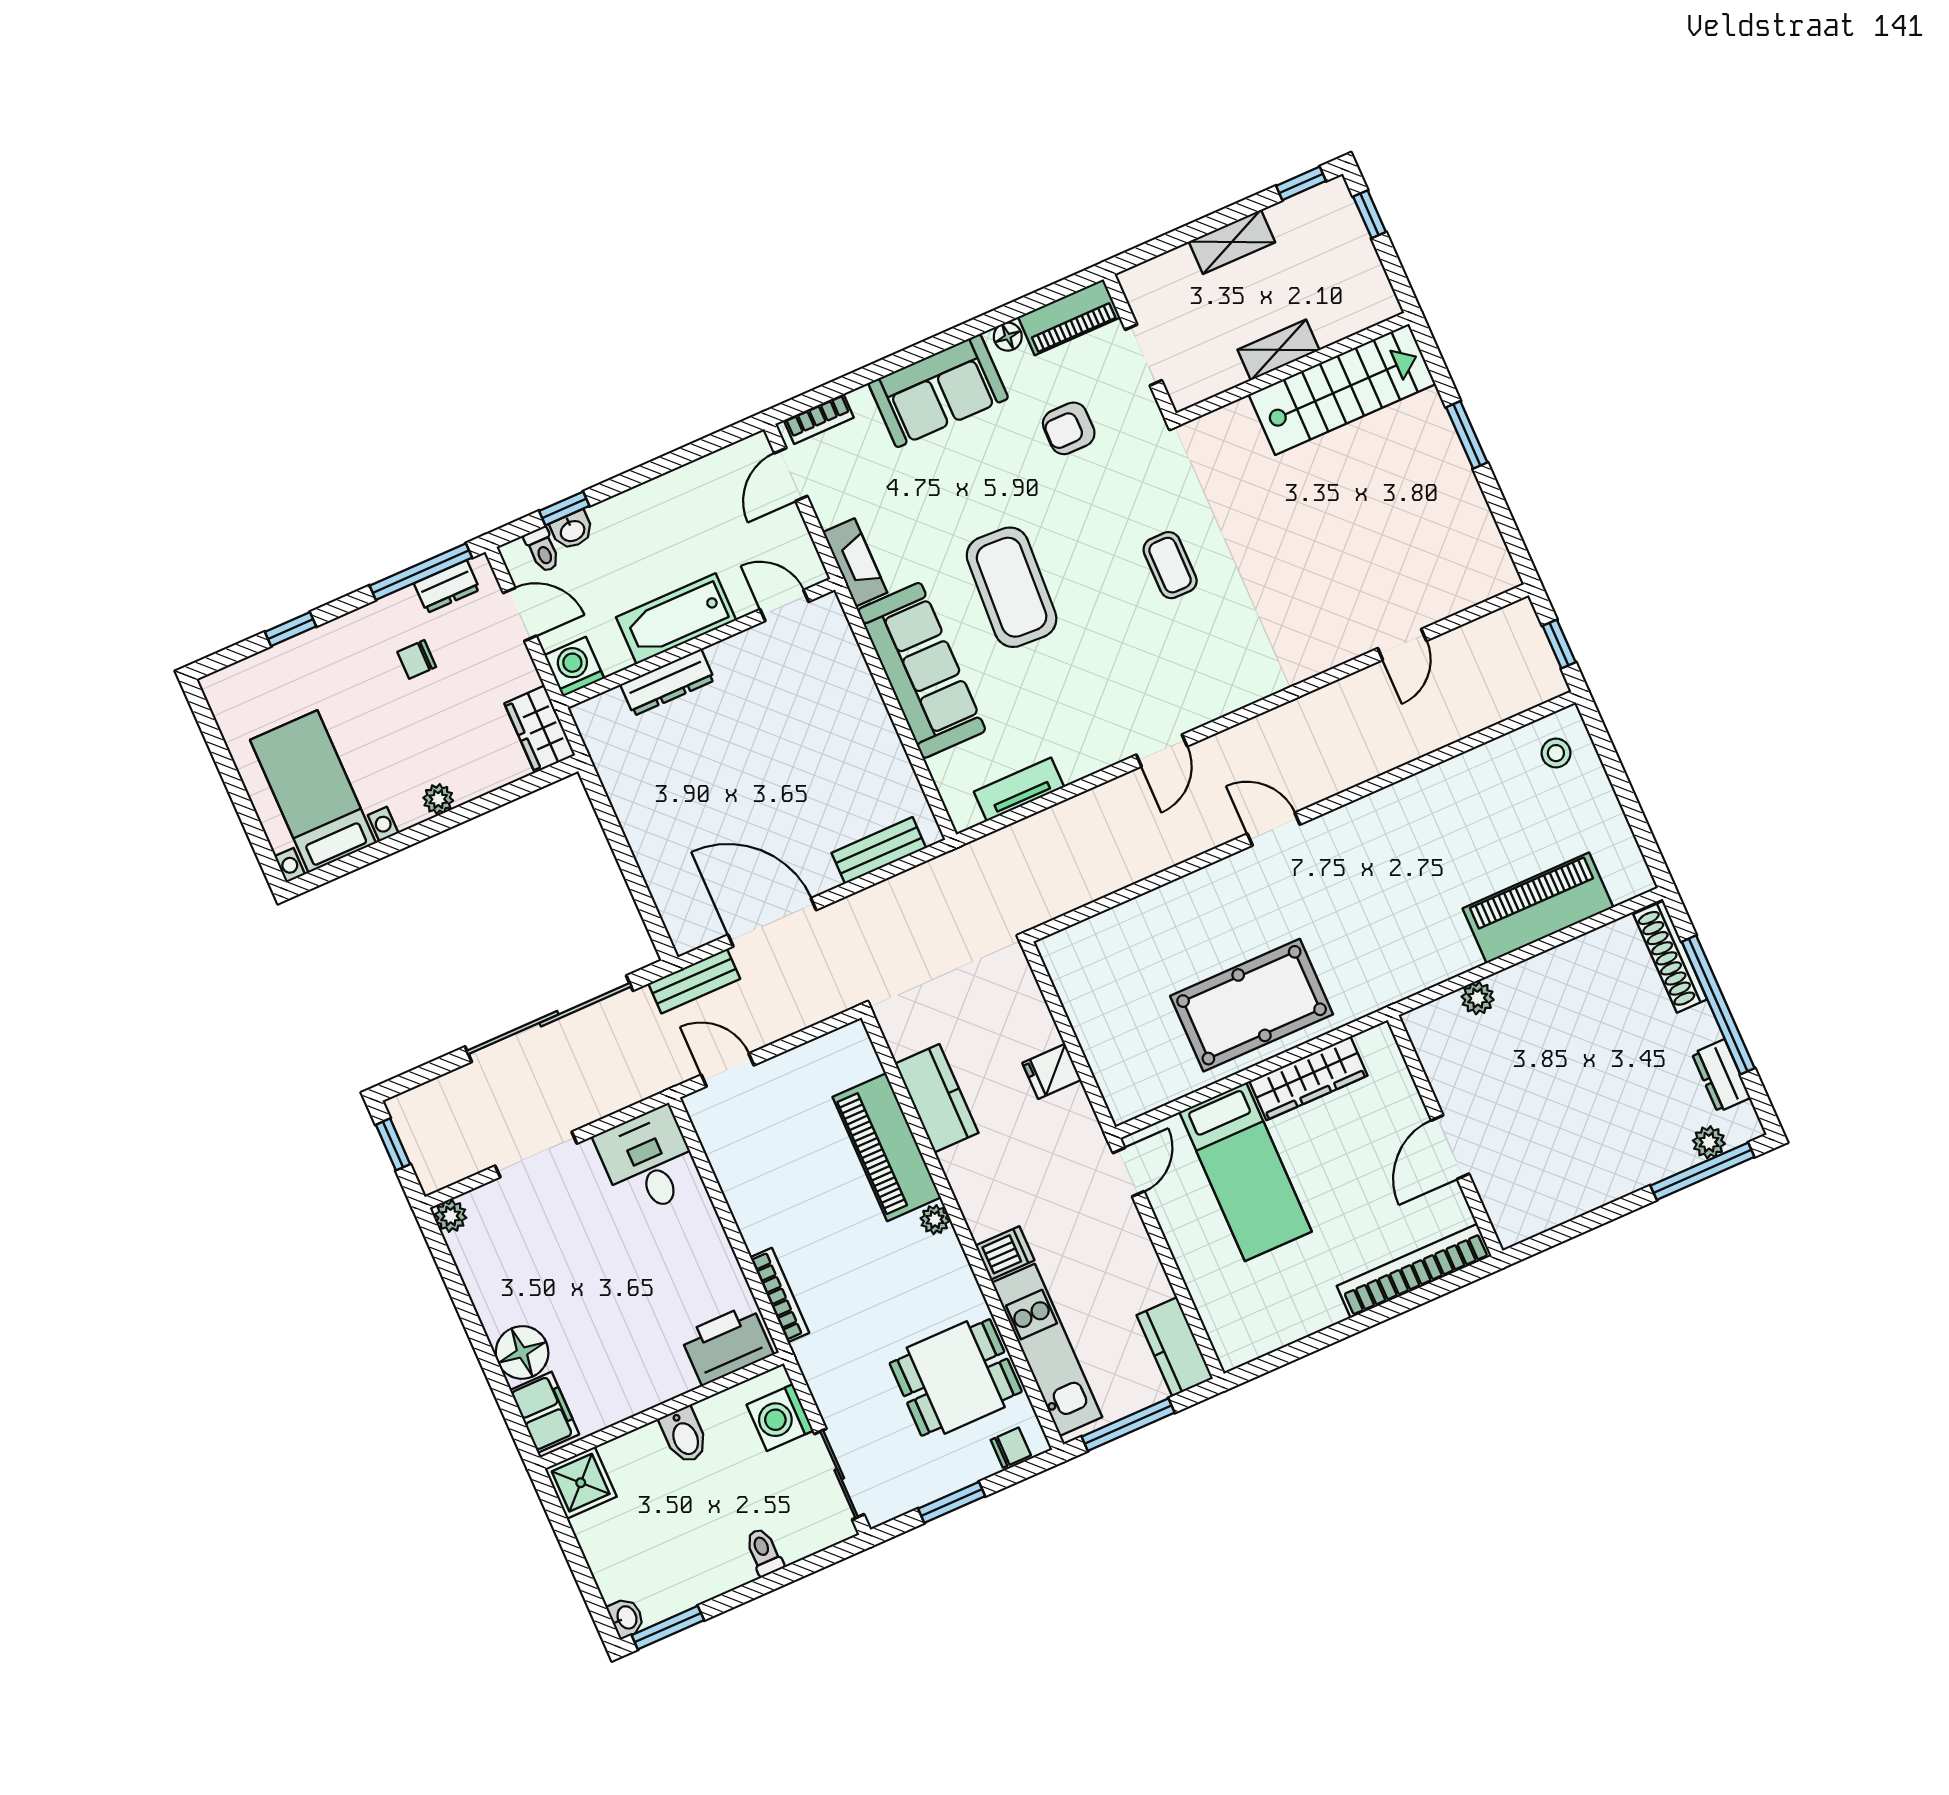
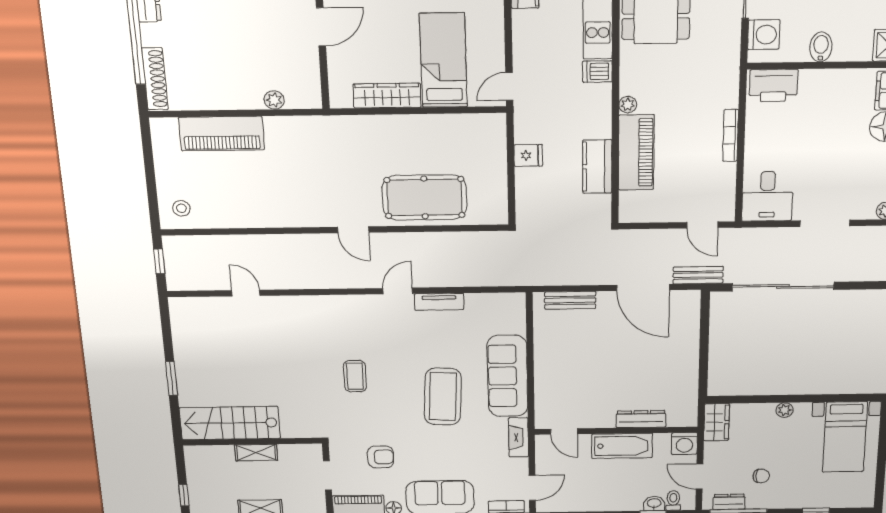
door: (1402, 645) -> (246, 293), hinge flipped
tv unit: (1019, 789) -> (439, 302), moved
pool table: (1252, 1005) -> (425, 197), moved
bookcase: (780, 1295) -> (731, 135), moved

